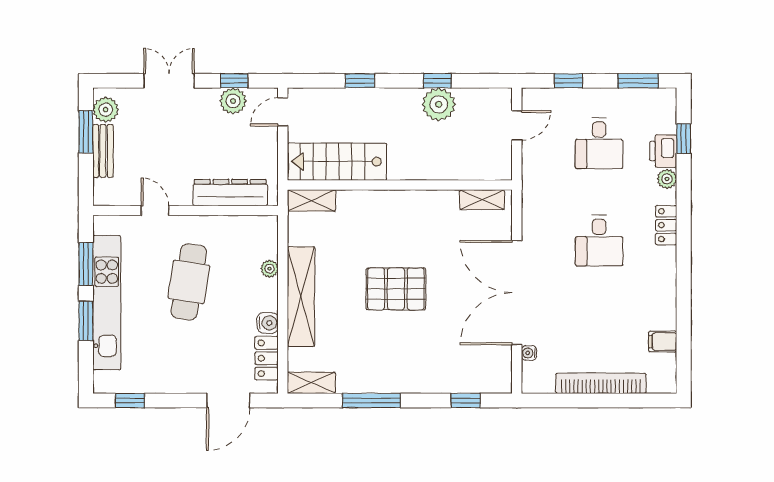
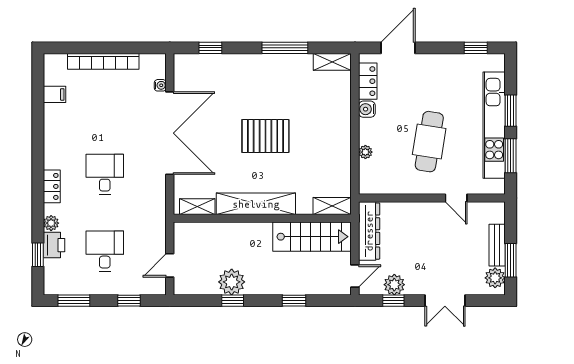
dresser: (230, 193) -> (369, 231), moved, turned -90
shelving: (301, 297) -> (256, 204), moved, turned 90

